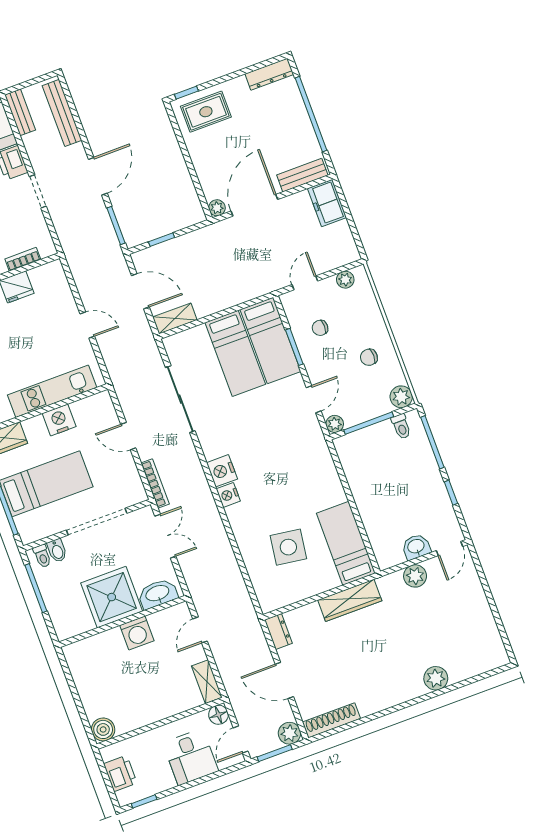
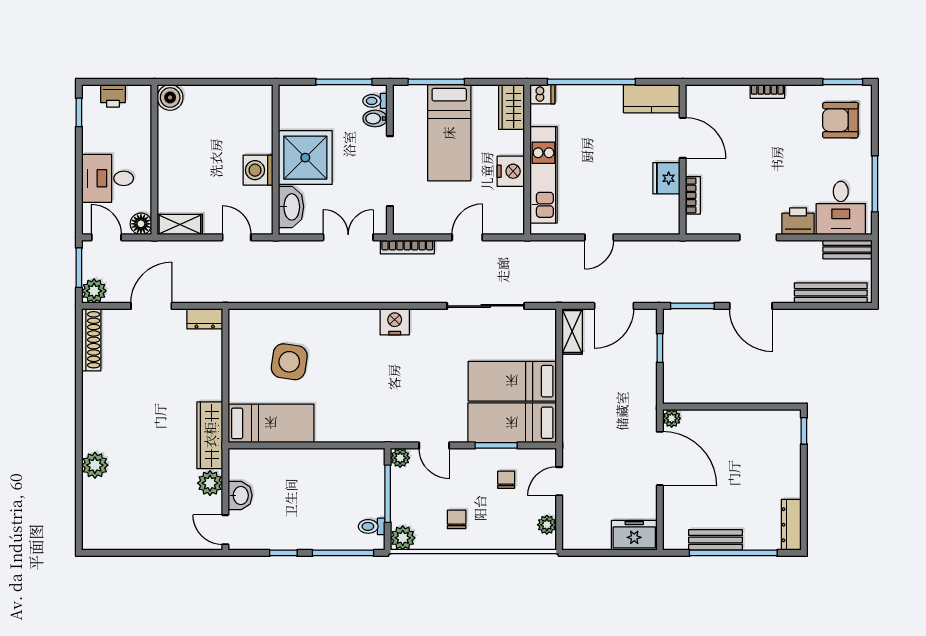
rug: (206, 112) -> (776, 444), removed
bench: (302, 175) -> (715, 540), moved, turned 90
door: (305, 283) -> (559, 481), swing flipped
nightstand: (228, 495) -> (367, 319), removed
double door: (165, 536) -> (348, 237), swing flipped
wardrobe: (350, 600) -> (210, 435), moved
printer: (120, 773) -> (113, 96), width x0.73, depth x0.81

